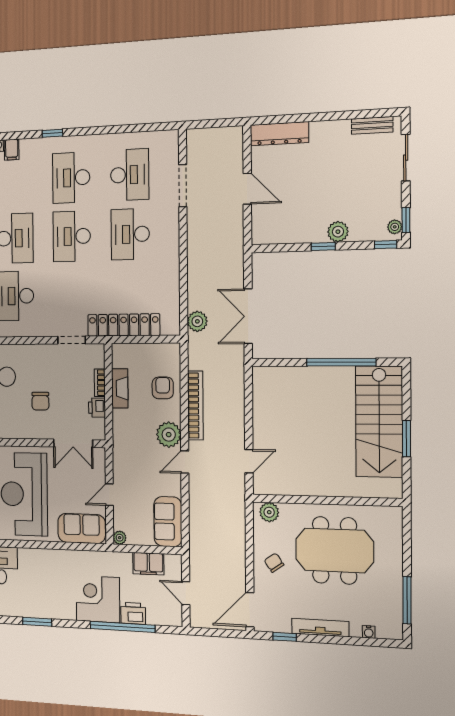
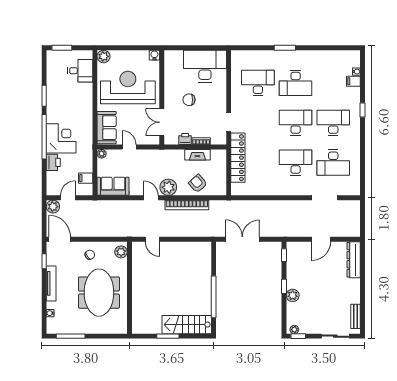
window: (386, 245) -> (284, 255), moved
plant: (197, 321) -> (53, 207), moved
armchair: (163, 388) -> (198, 183), turned -131
stairs: (379, 422) -> (187, 325), width x0.73, depth x0.66
filing cabinet: (148, 564) -> (86, 178), width x0.50
window: (122, 627) -> (44, 137), moved

